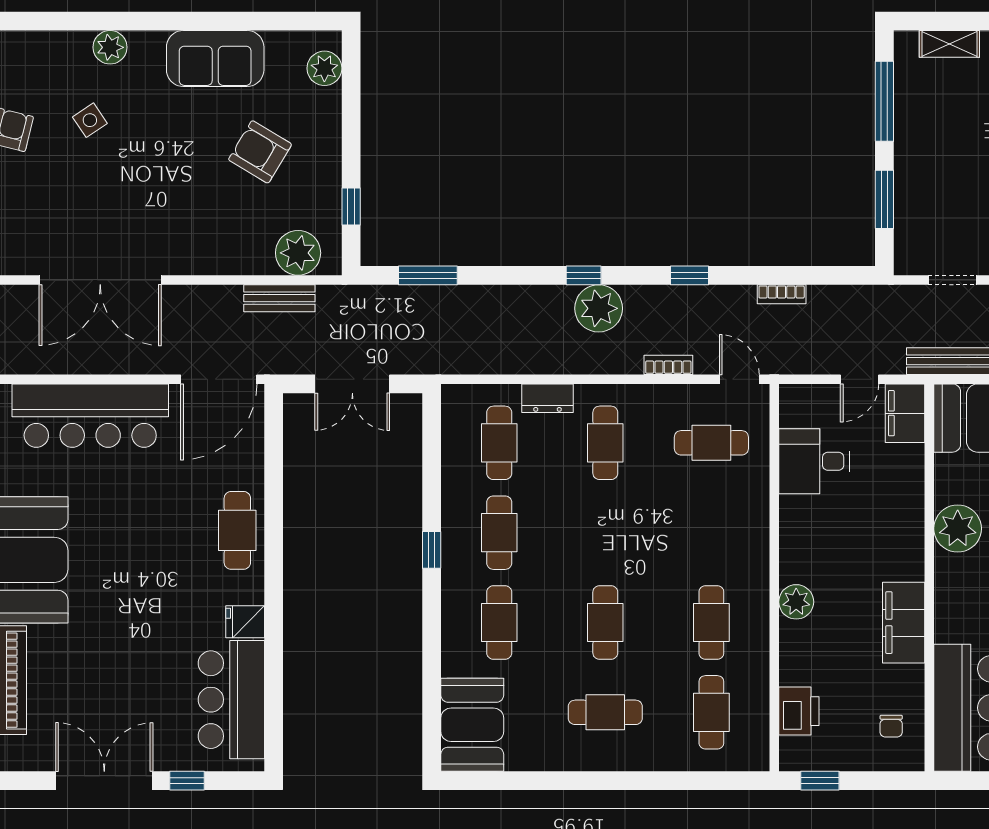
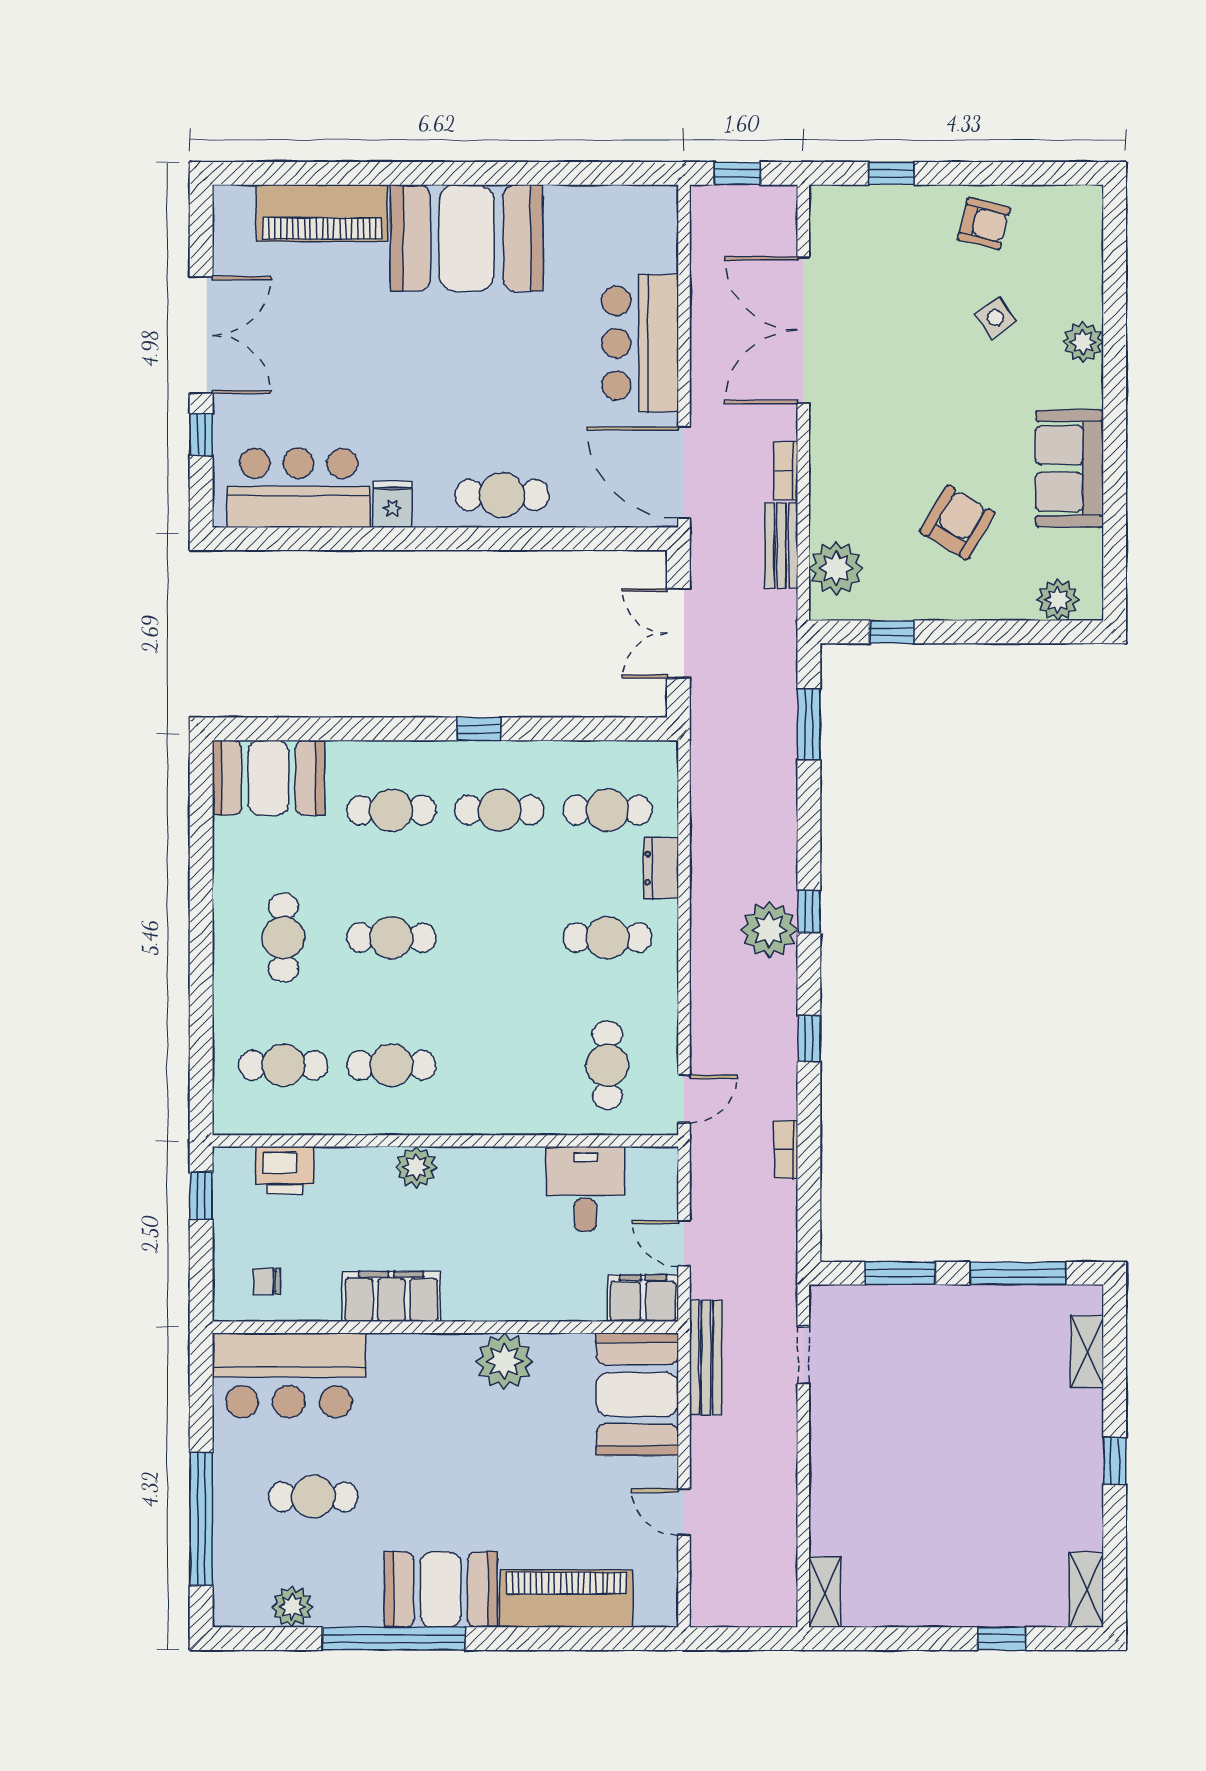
bookcase: (668, 365) -> (786, 471), moved, turned 180
bar counter: (90, 416) -> (640, 343), width x0.73

